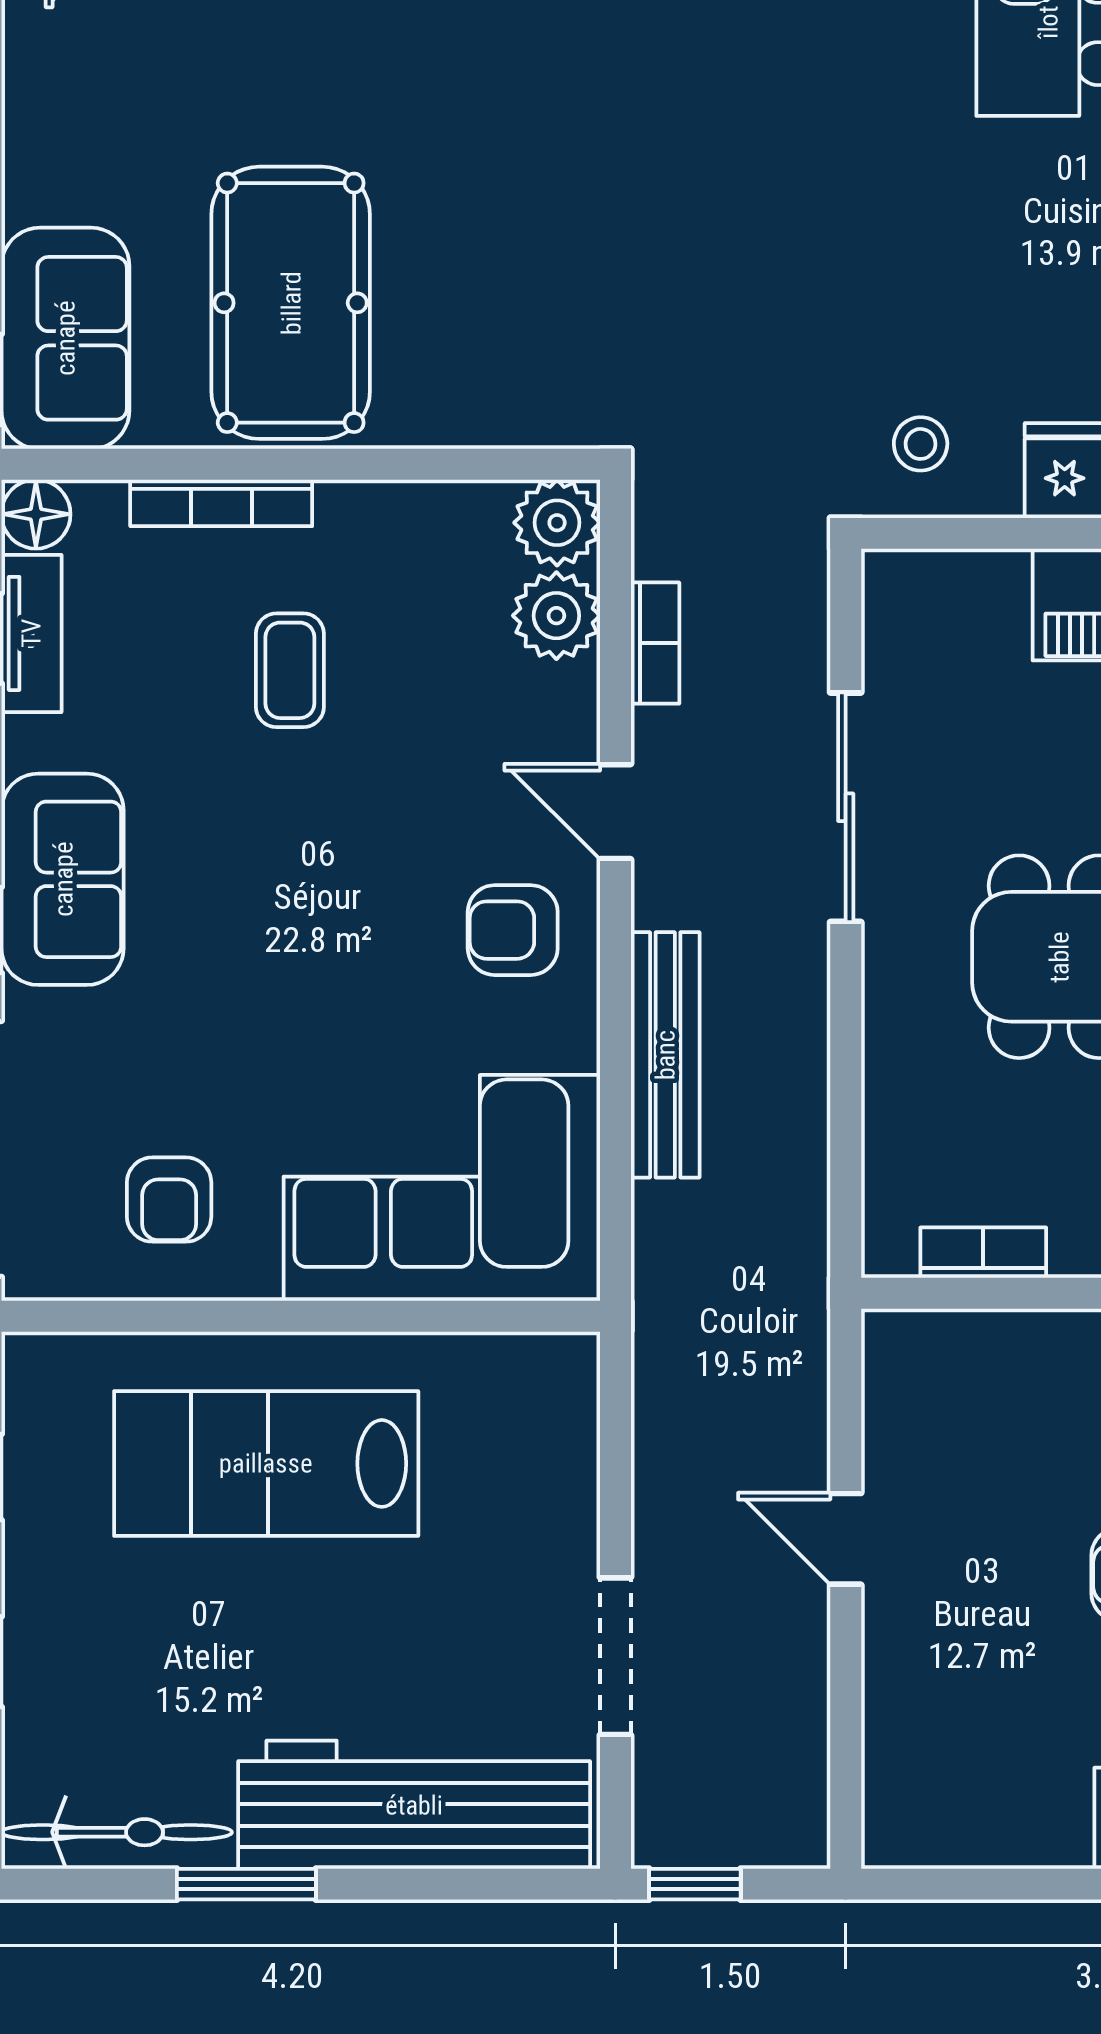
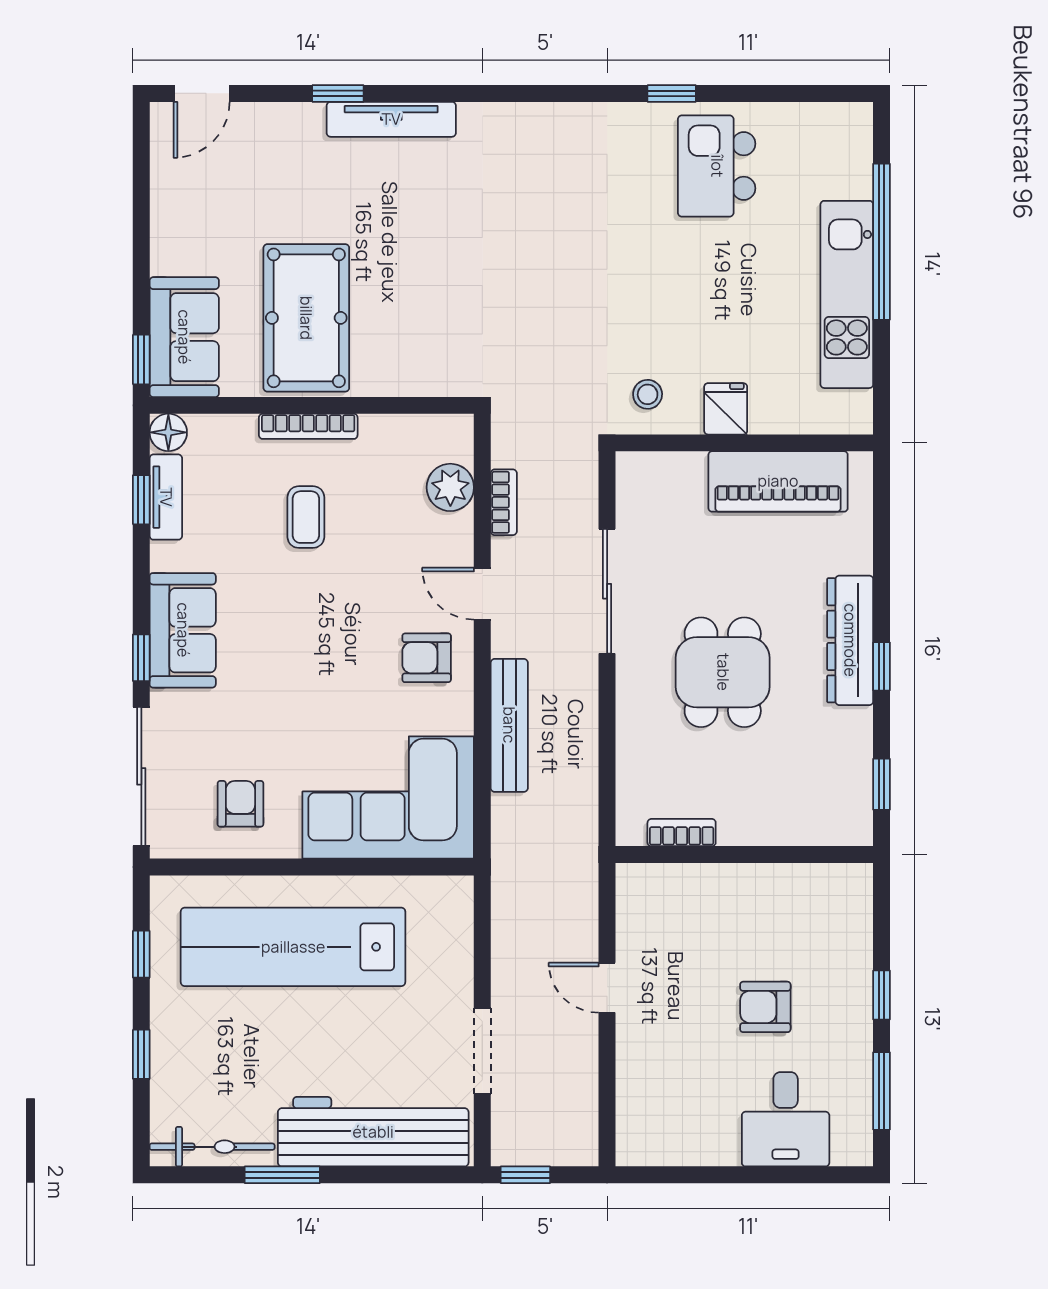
bookcase: (221, 503) -> (308, 426), moved
plant: (557, 523) -> (451, 437), removed
armchair: (169, 1200) -> (240, 804), turned 180
lab bench: (266, 1463) -> (293, 947), width x1.36

